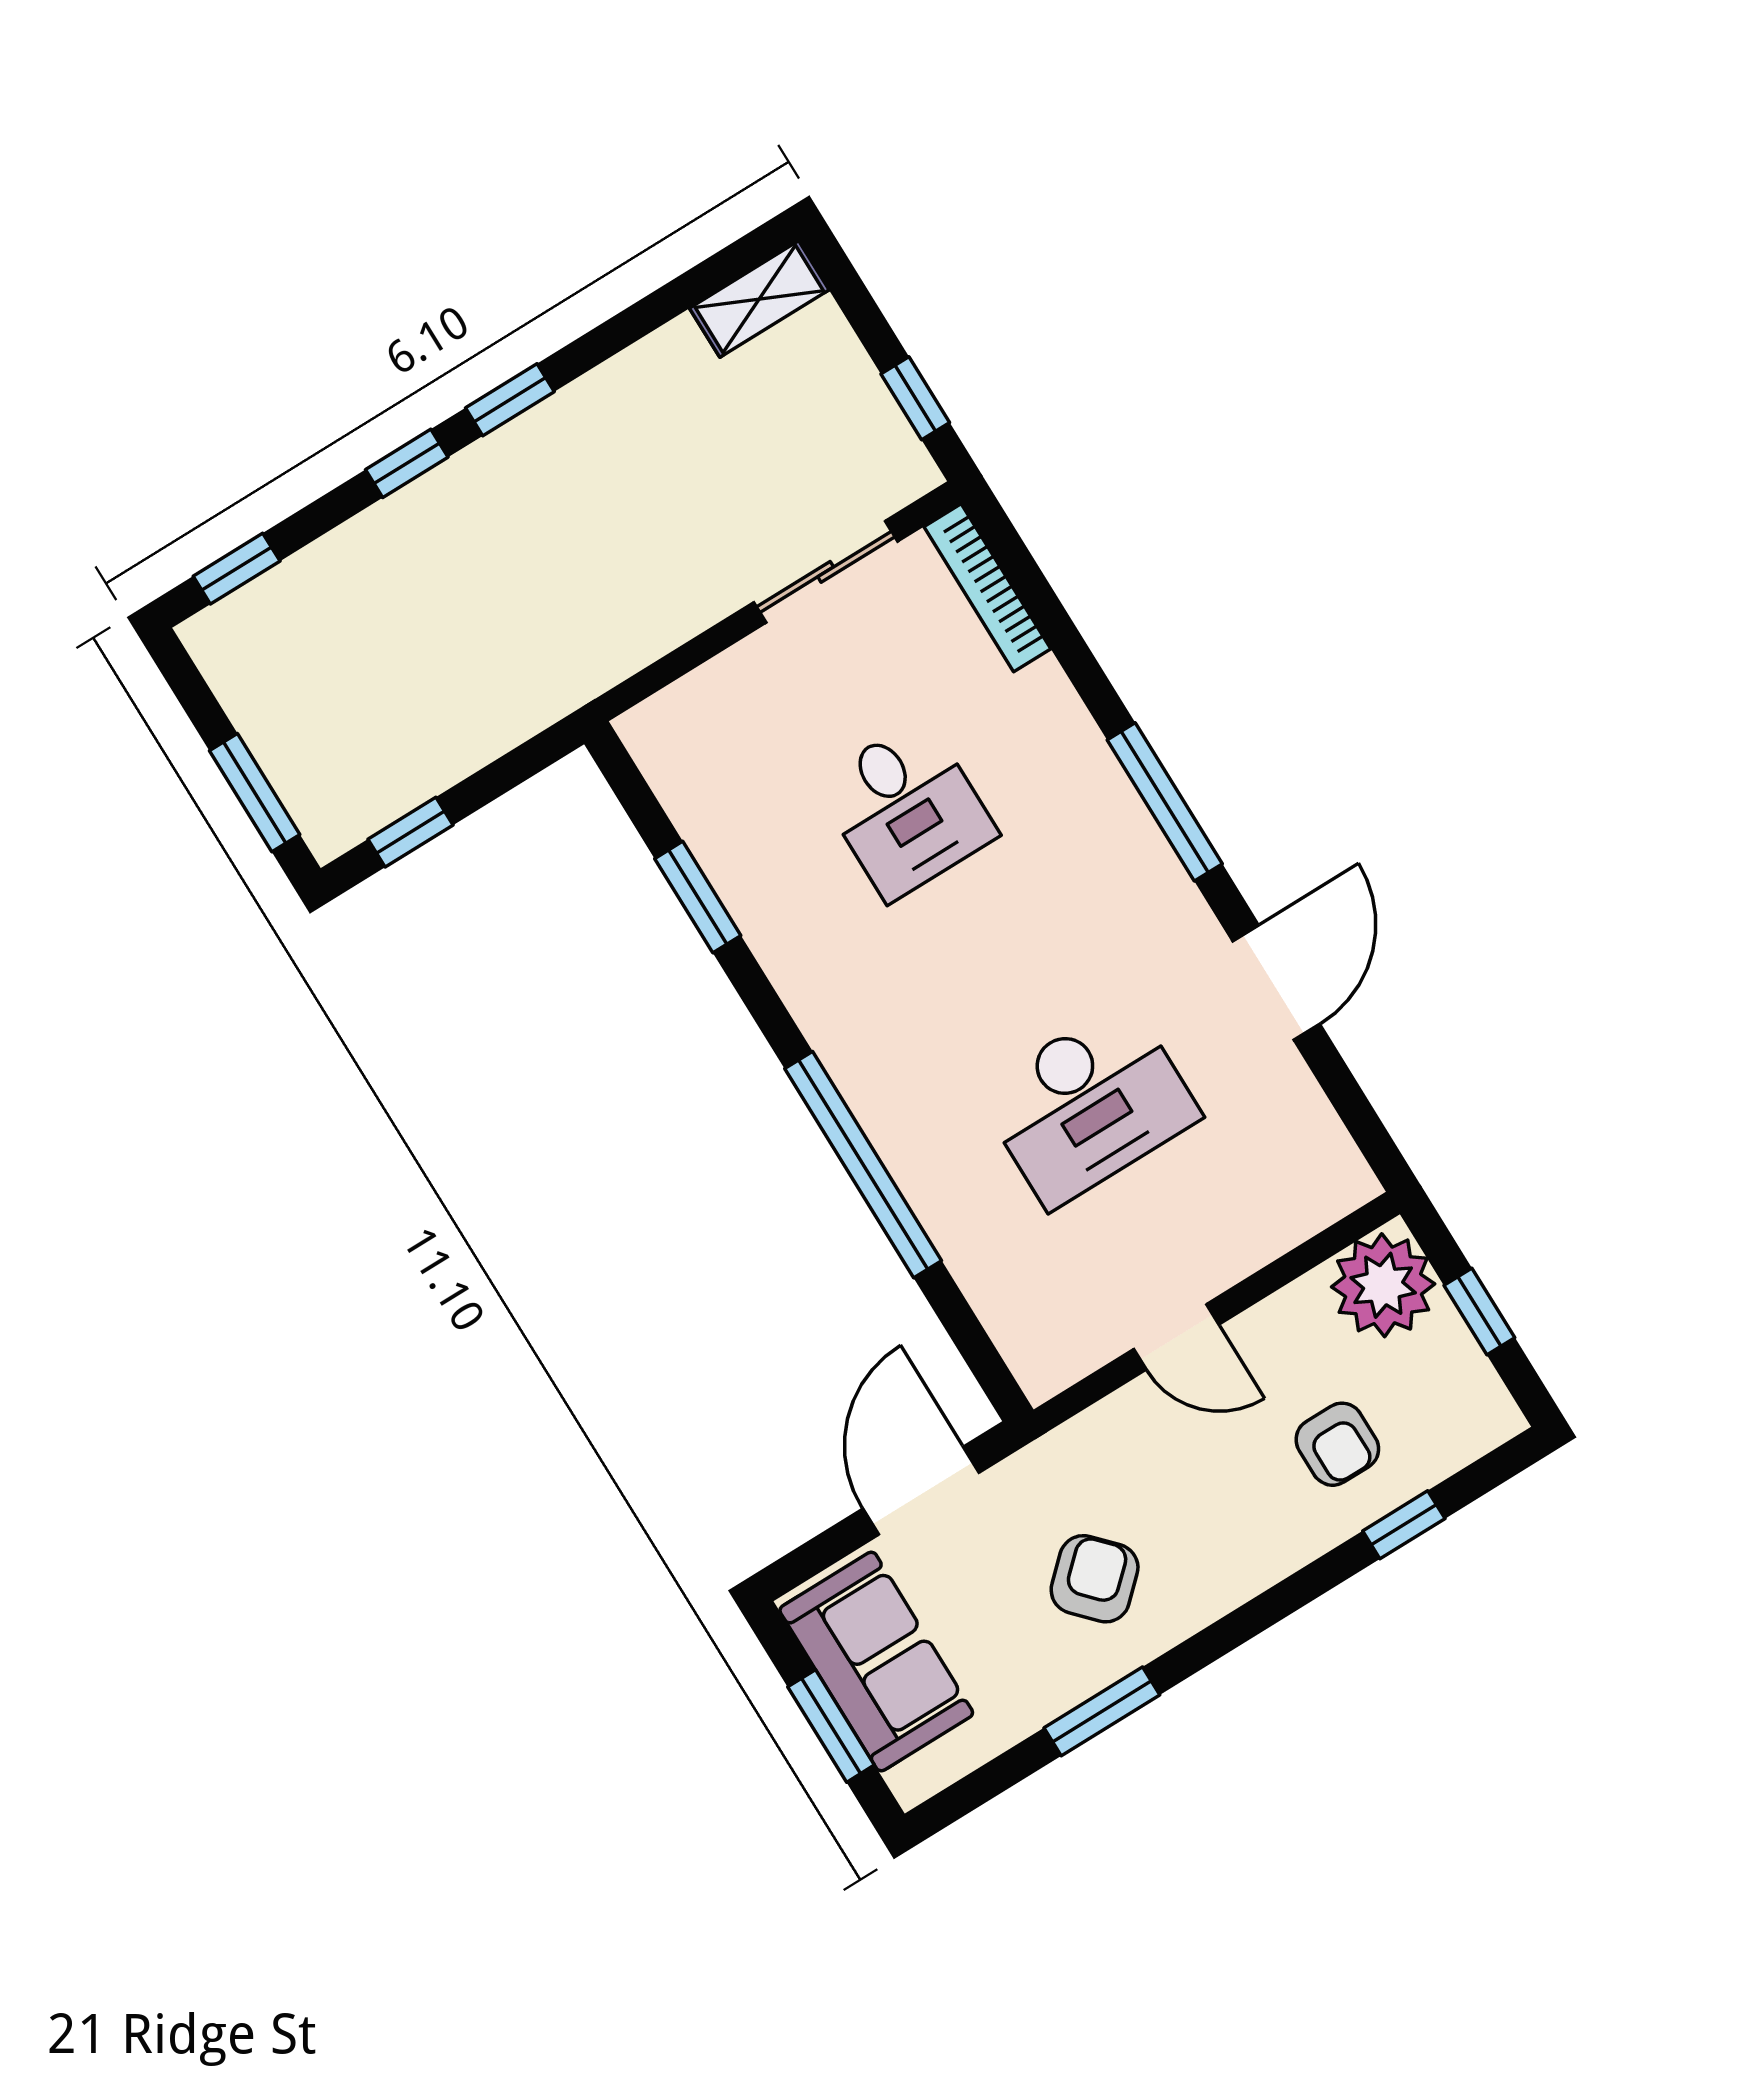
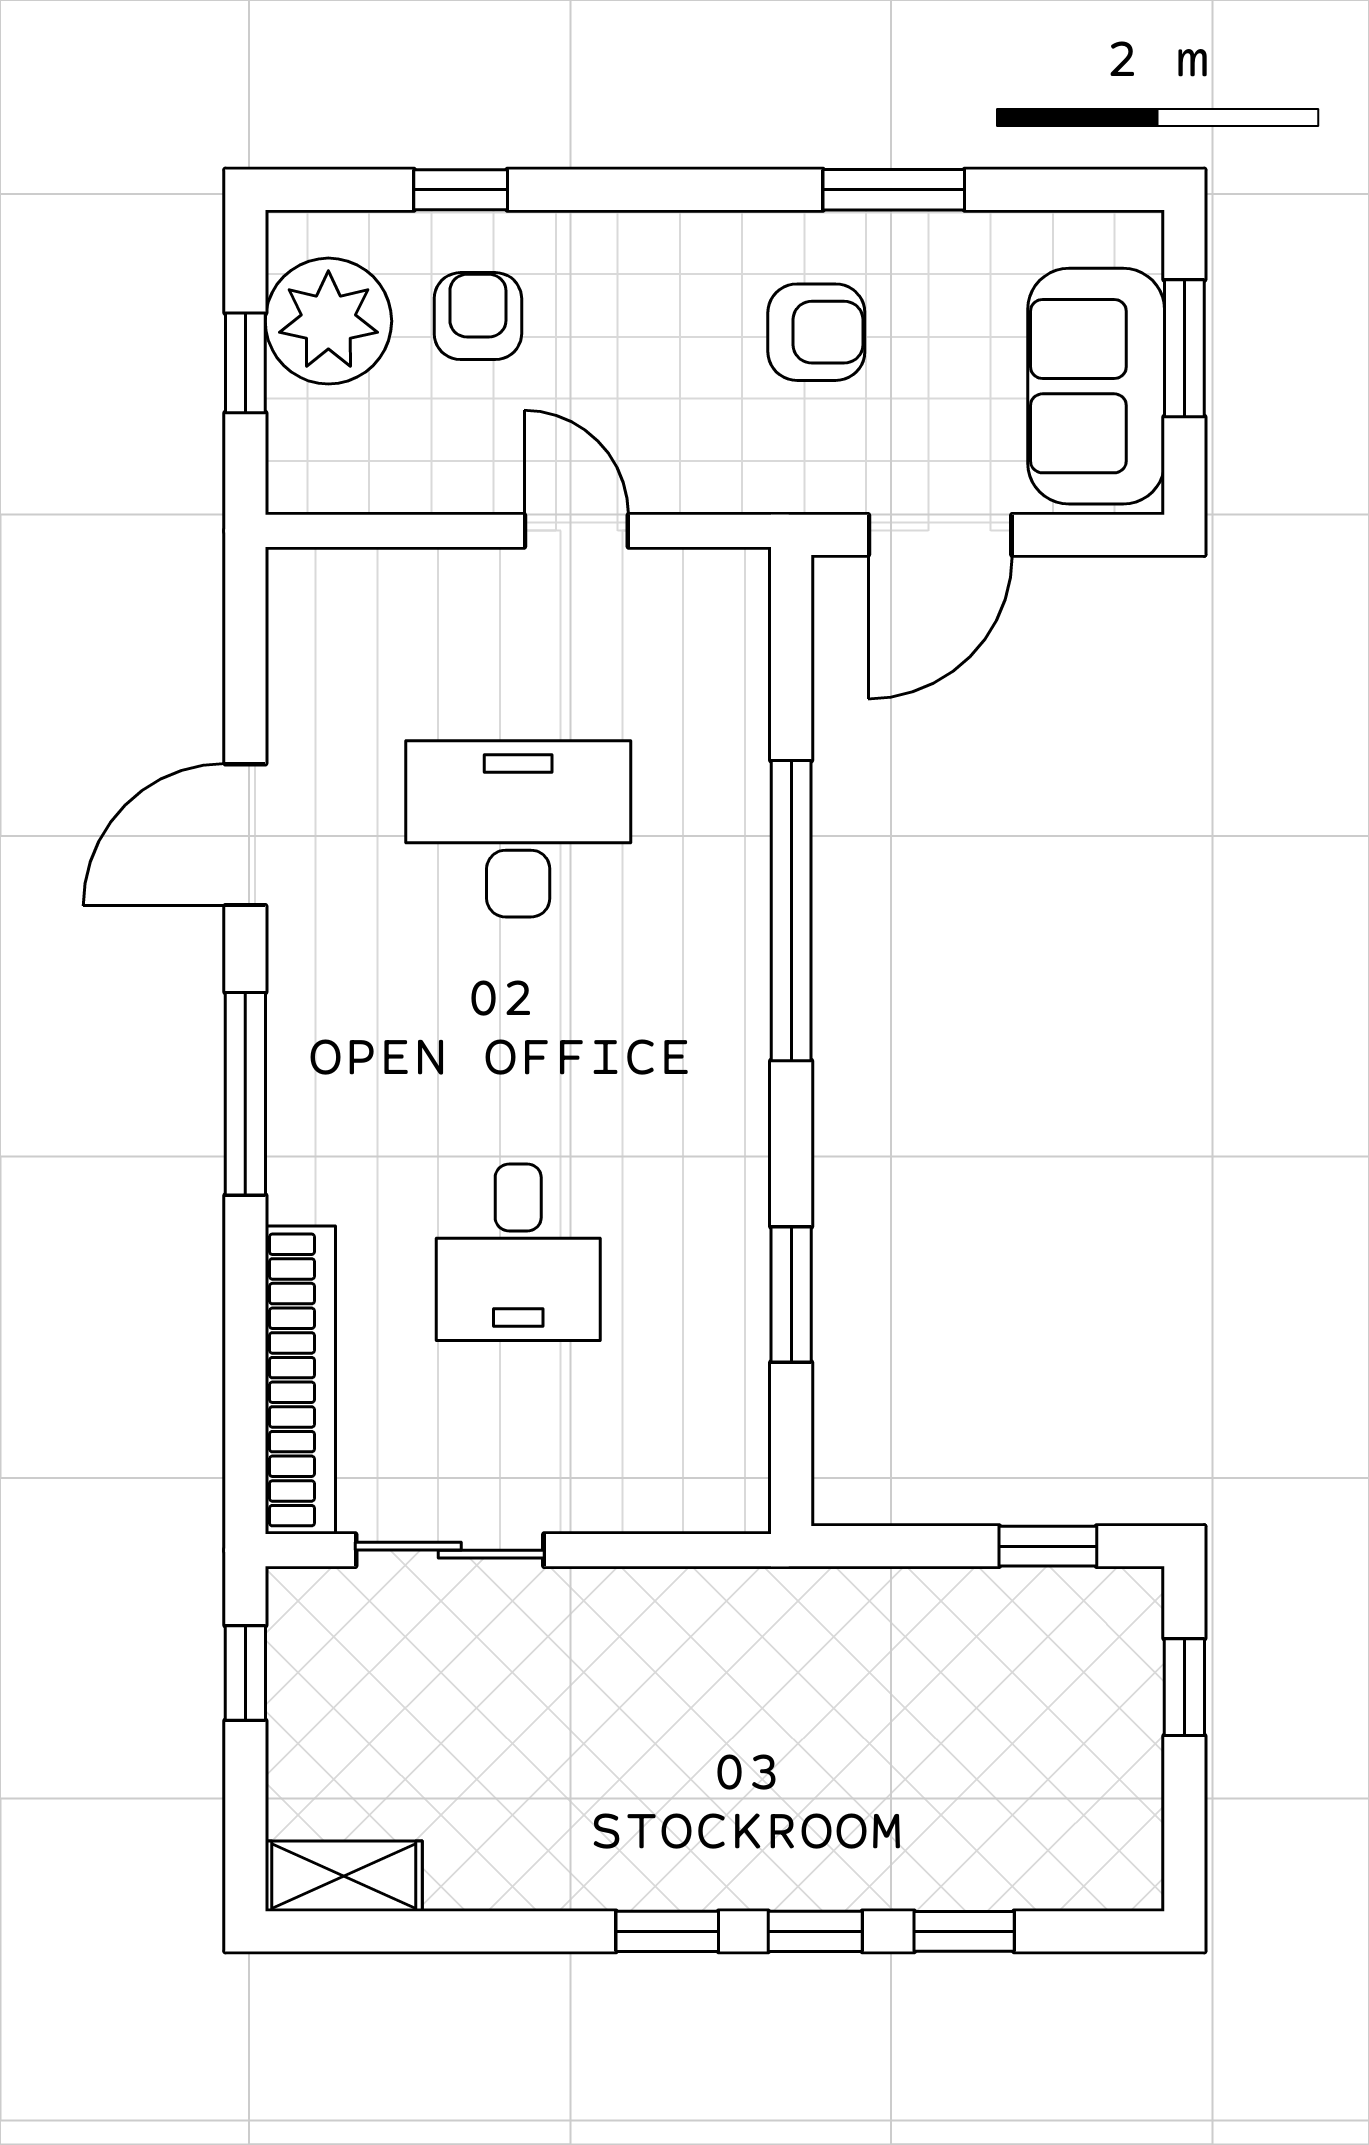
window: (237, 569) -> (964, 1931), moved
bookcase: (987, 588) -> (300, 1380), width x1.48, depth x1.31
window: (255, 793) -> (1184, 1687), width x0.67
desk: (906, 809) -> (518, 1252), turned 180
plant: (1383, 1285) -> (328, 321), moved
armchair: (1095, 1579) -> (816, 332), turned -137

